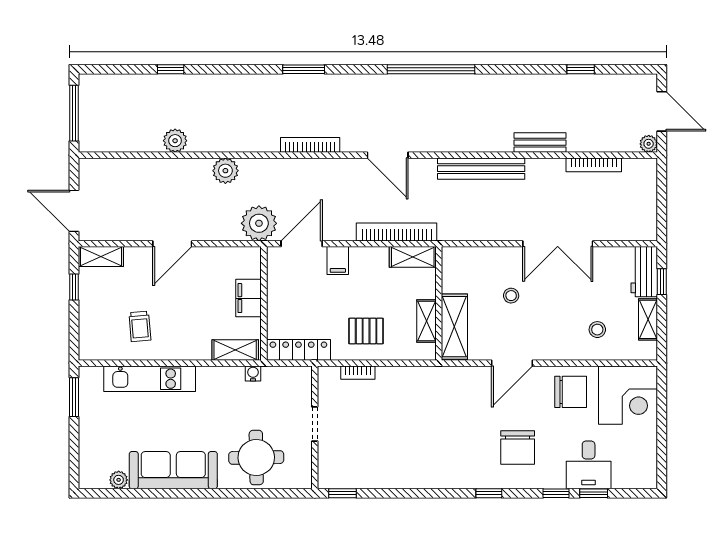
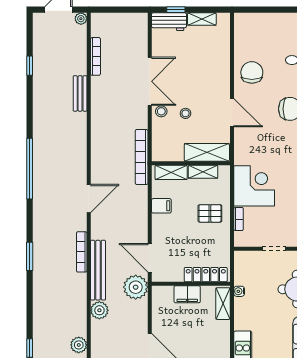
bench: (481, 169) -> (98, 270), moved
bookcase: (397, 232) -> (142, 157), moved
shelving: (413, 257) -> (171, 172), moved, turned 90
filing cabinet: (338, 260) -> (161, 206), moved
stool: (597, 330) -> (161, 111), moved
pallet: (366, 331) -> (210, 213), turned 90
locker: (298, 350) -> (206, 275), moved, turned 90
corner desk: (628, 395) -> (254, 186), moved

